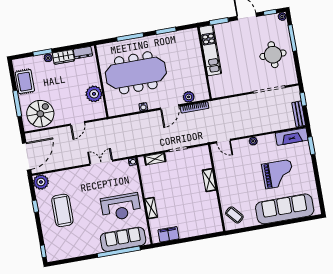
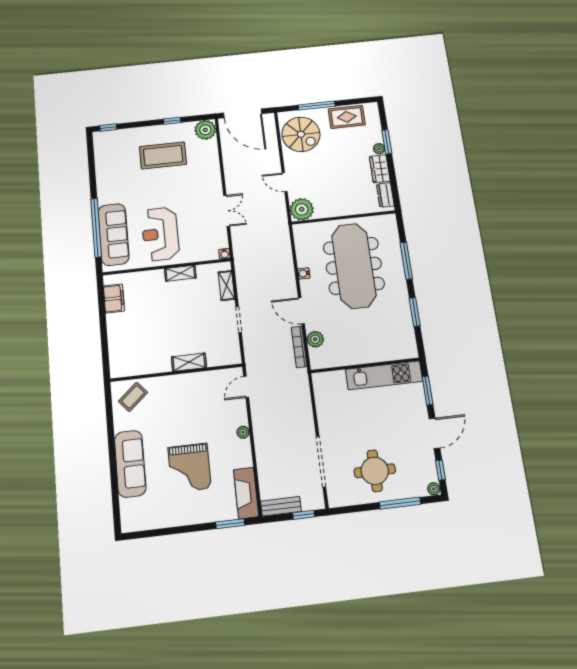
plant: (94, 94) -> (302, 209), moved
shelving: (151, 208) -> (180, 273), moved
sofa: (285, 209) -> (130, 464), width x0.74, depth x0.79

